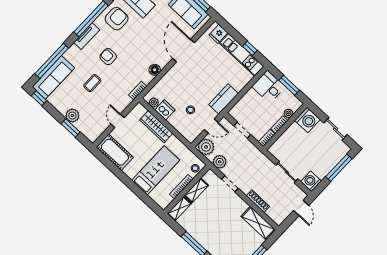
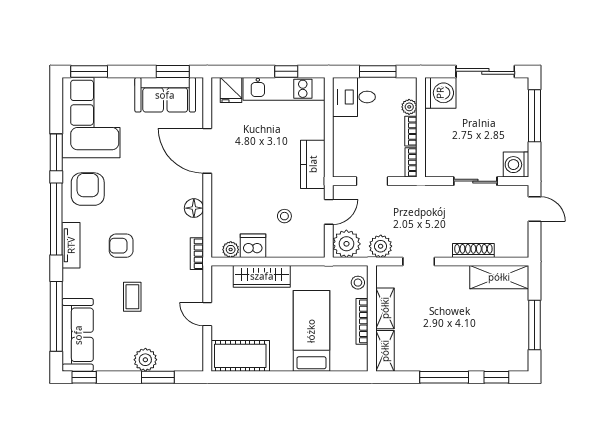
sliding door: (336, 129) -> (485, 71), width x1.37

